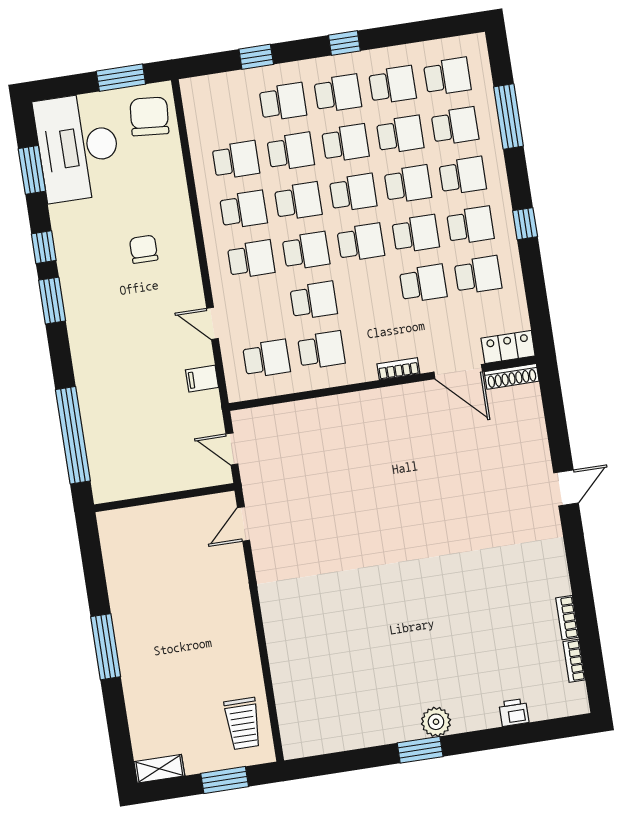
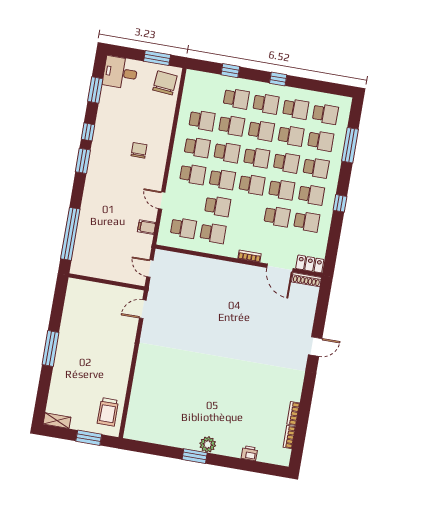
desk: (78, 147) -> (120, 73), width x0.53, depth x0.77

